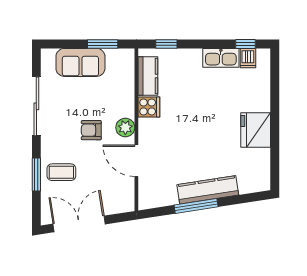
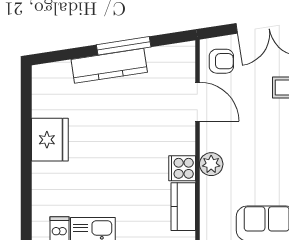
plant: (125, 128) -> (211, 164), moved
armchair: (91, 130) -> (221, 61), moved

